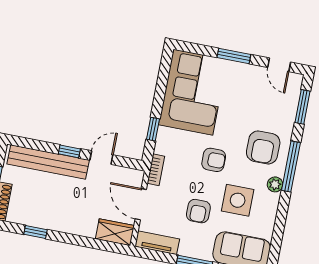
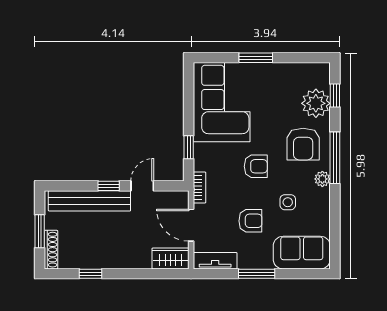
door: (279, 65) -> (303, 58), removed
window: (303, 107) -> (335, 95), width x0.67
plant: (283, 111) -> (316, 103), added
side table: (238, 200) -> (288, 202), width x0.54, depth x0.54
armchair: (198, 211) -> (250, 221), turned -90

